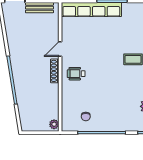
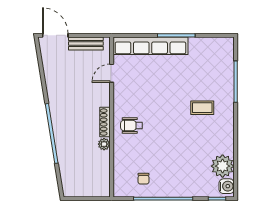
door: (60, 49) -> (112, 73), moved
plant: (54, 124) -> (104, 144), moved

